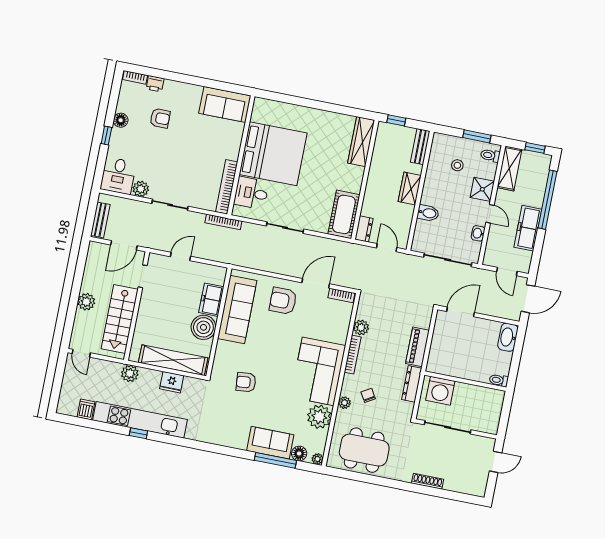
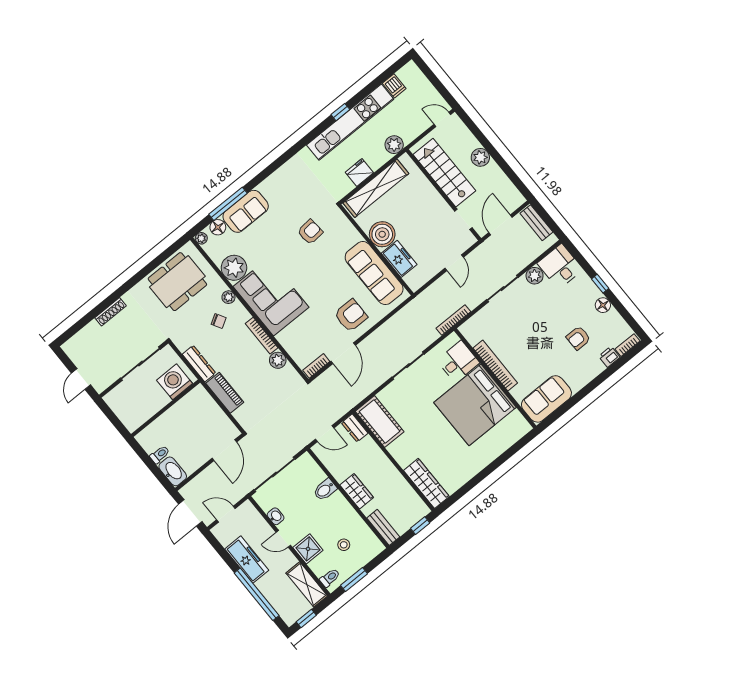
bookcase: (227, 187) -> (495, 365), moved
toilet: (499, 380) -> (160, 455), moved

